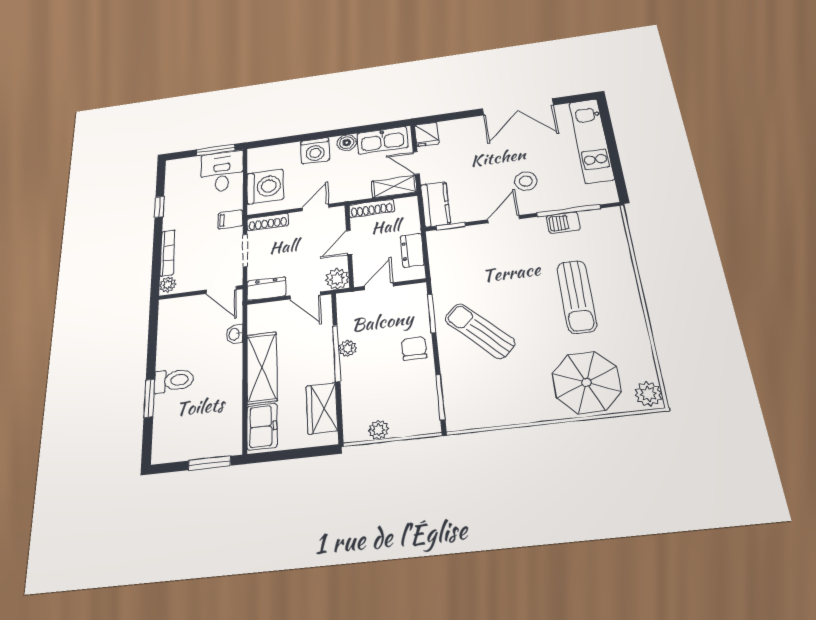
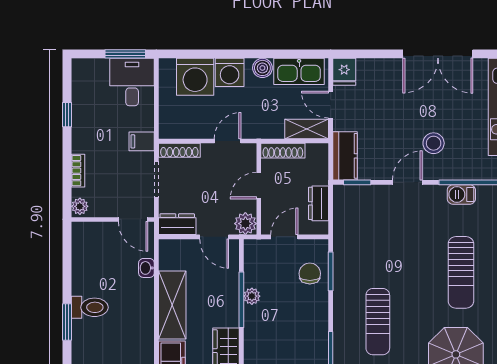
washing machine: (265, 187) -> (195, 77), moved, turned 90
bookcase: (167, 253) -> (78, 171), width x0.64
sun lounger: (480, 331) -> (378, 322), moved, turned -135
chair: (414, 348) -> (310, 274), moved

